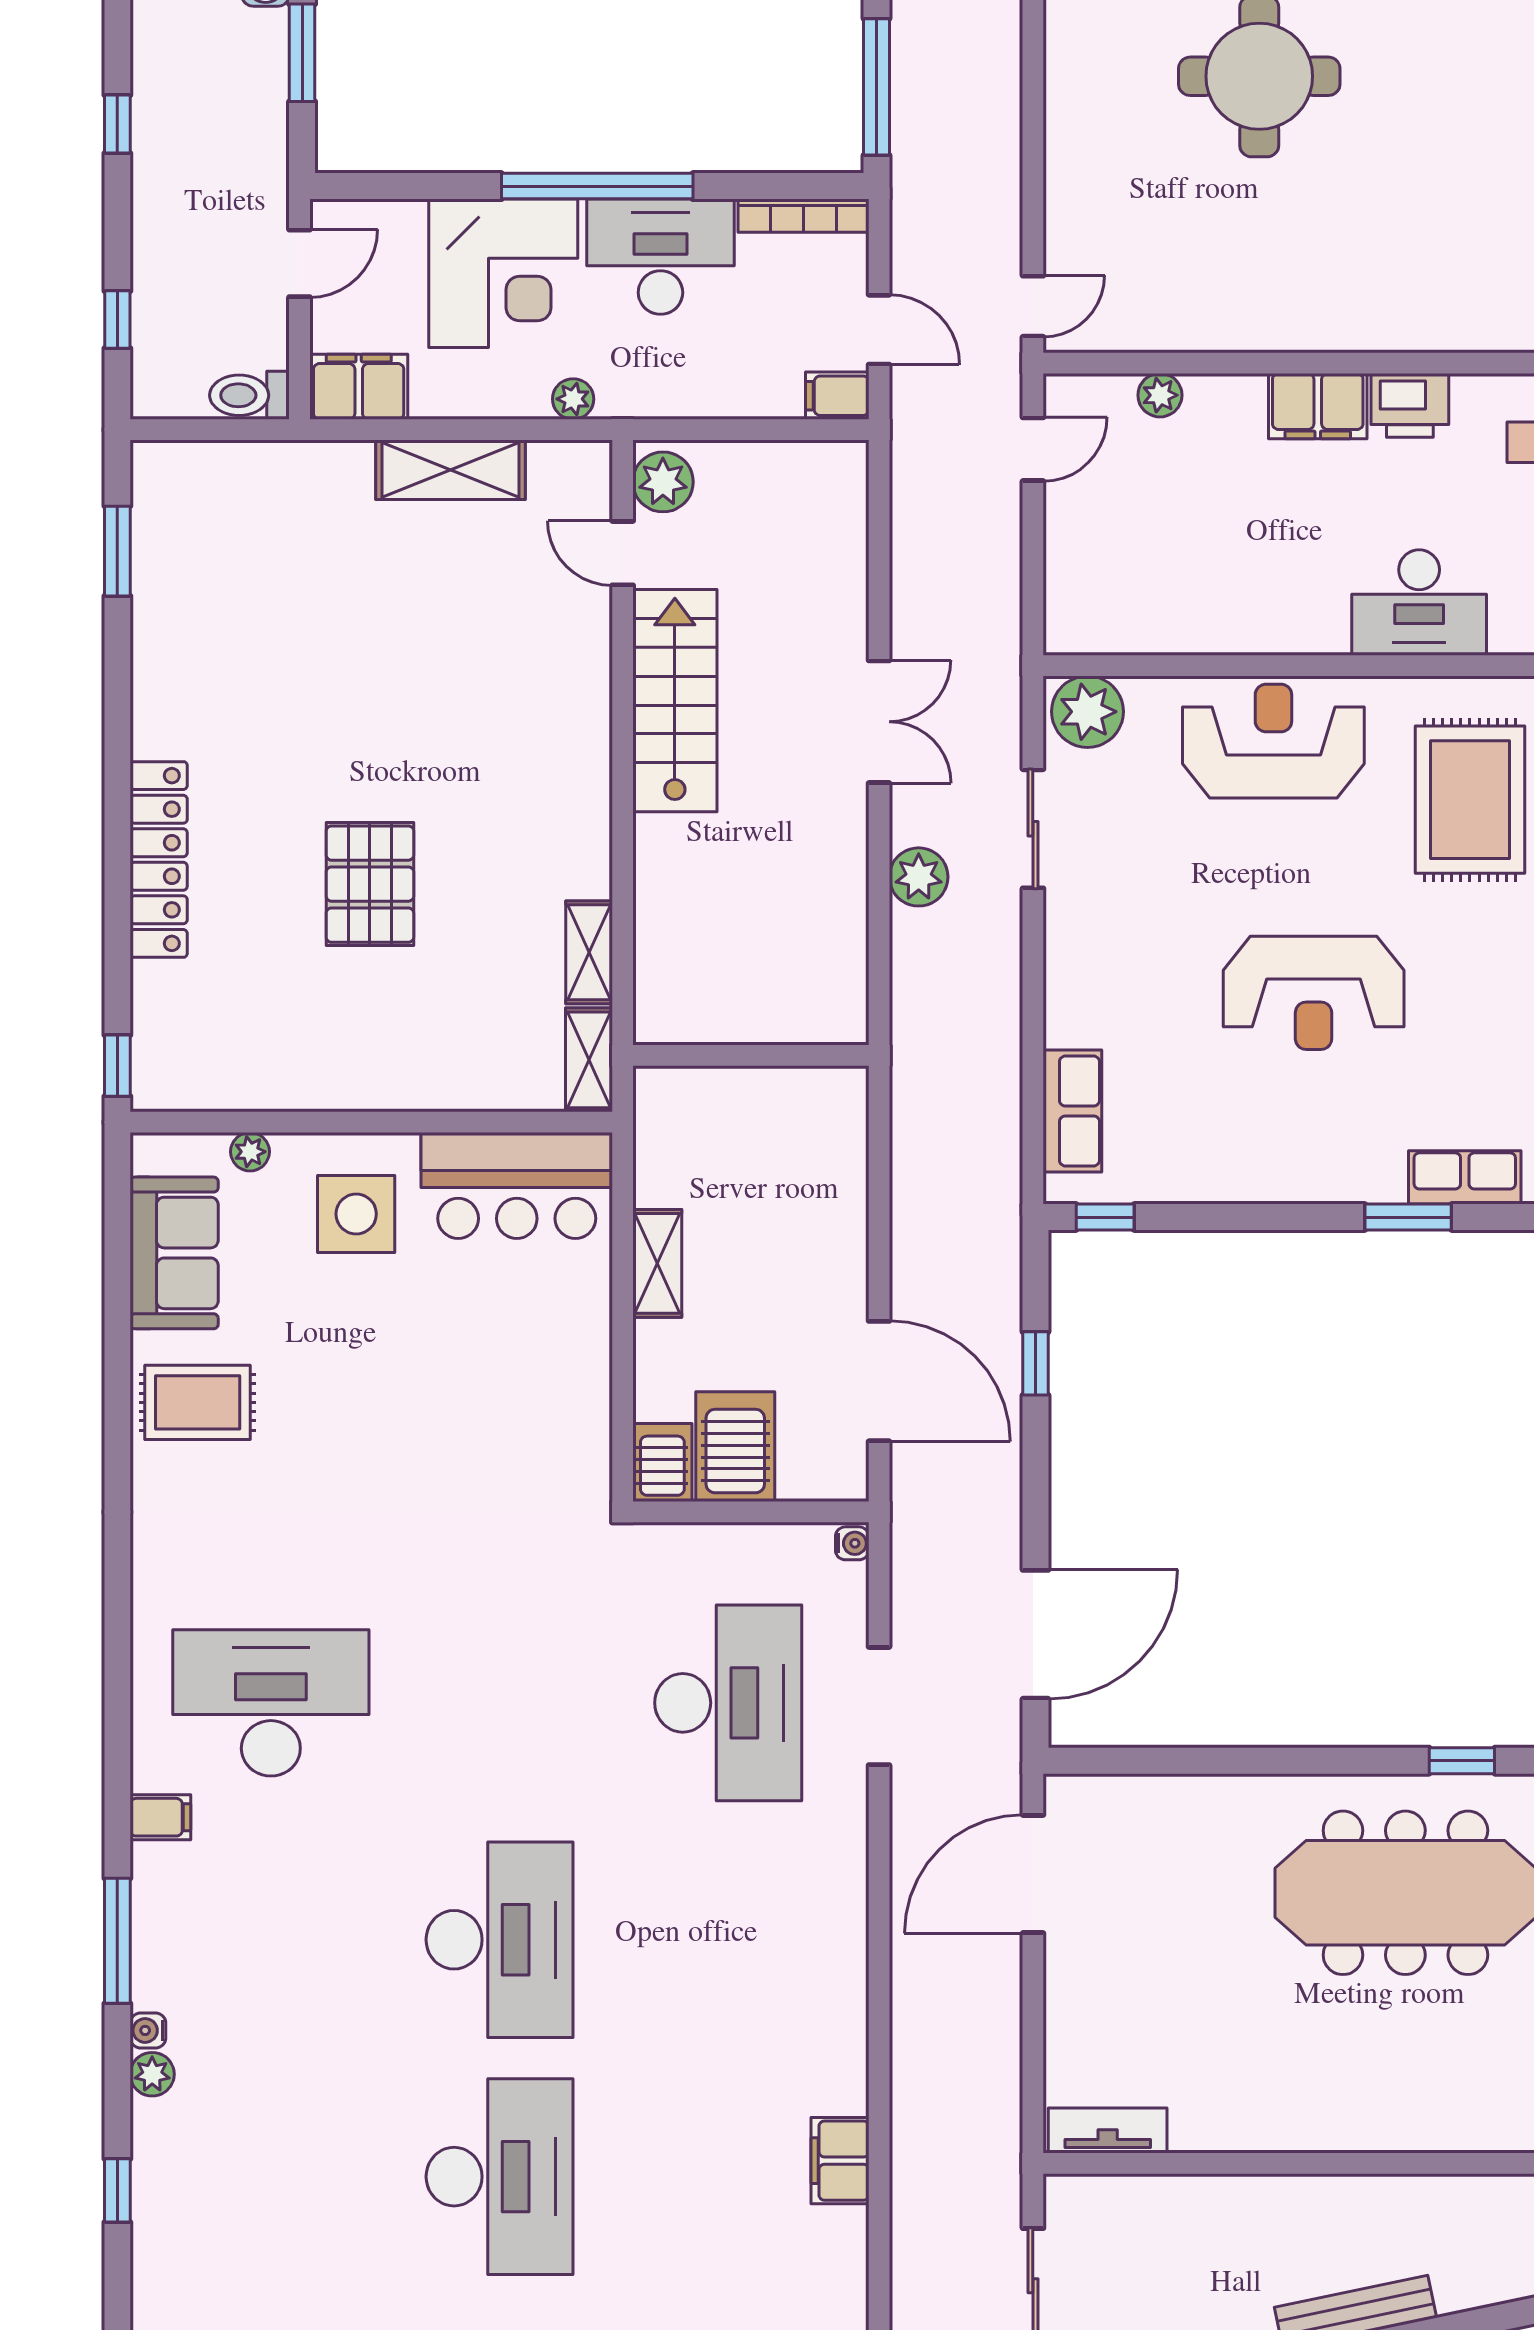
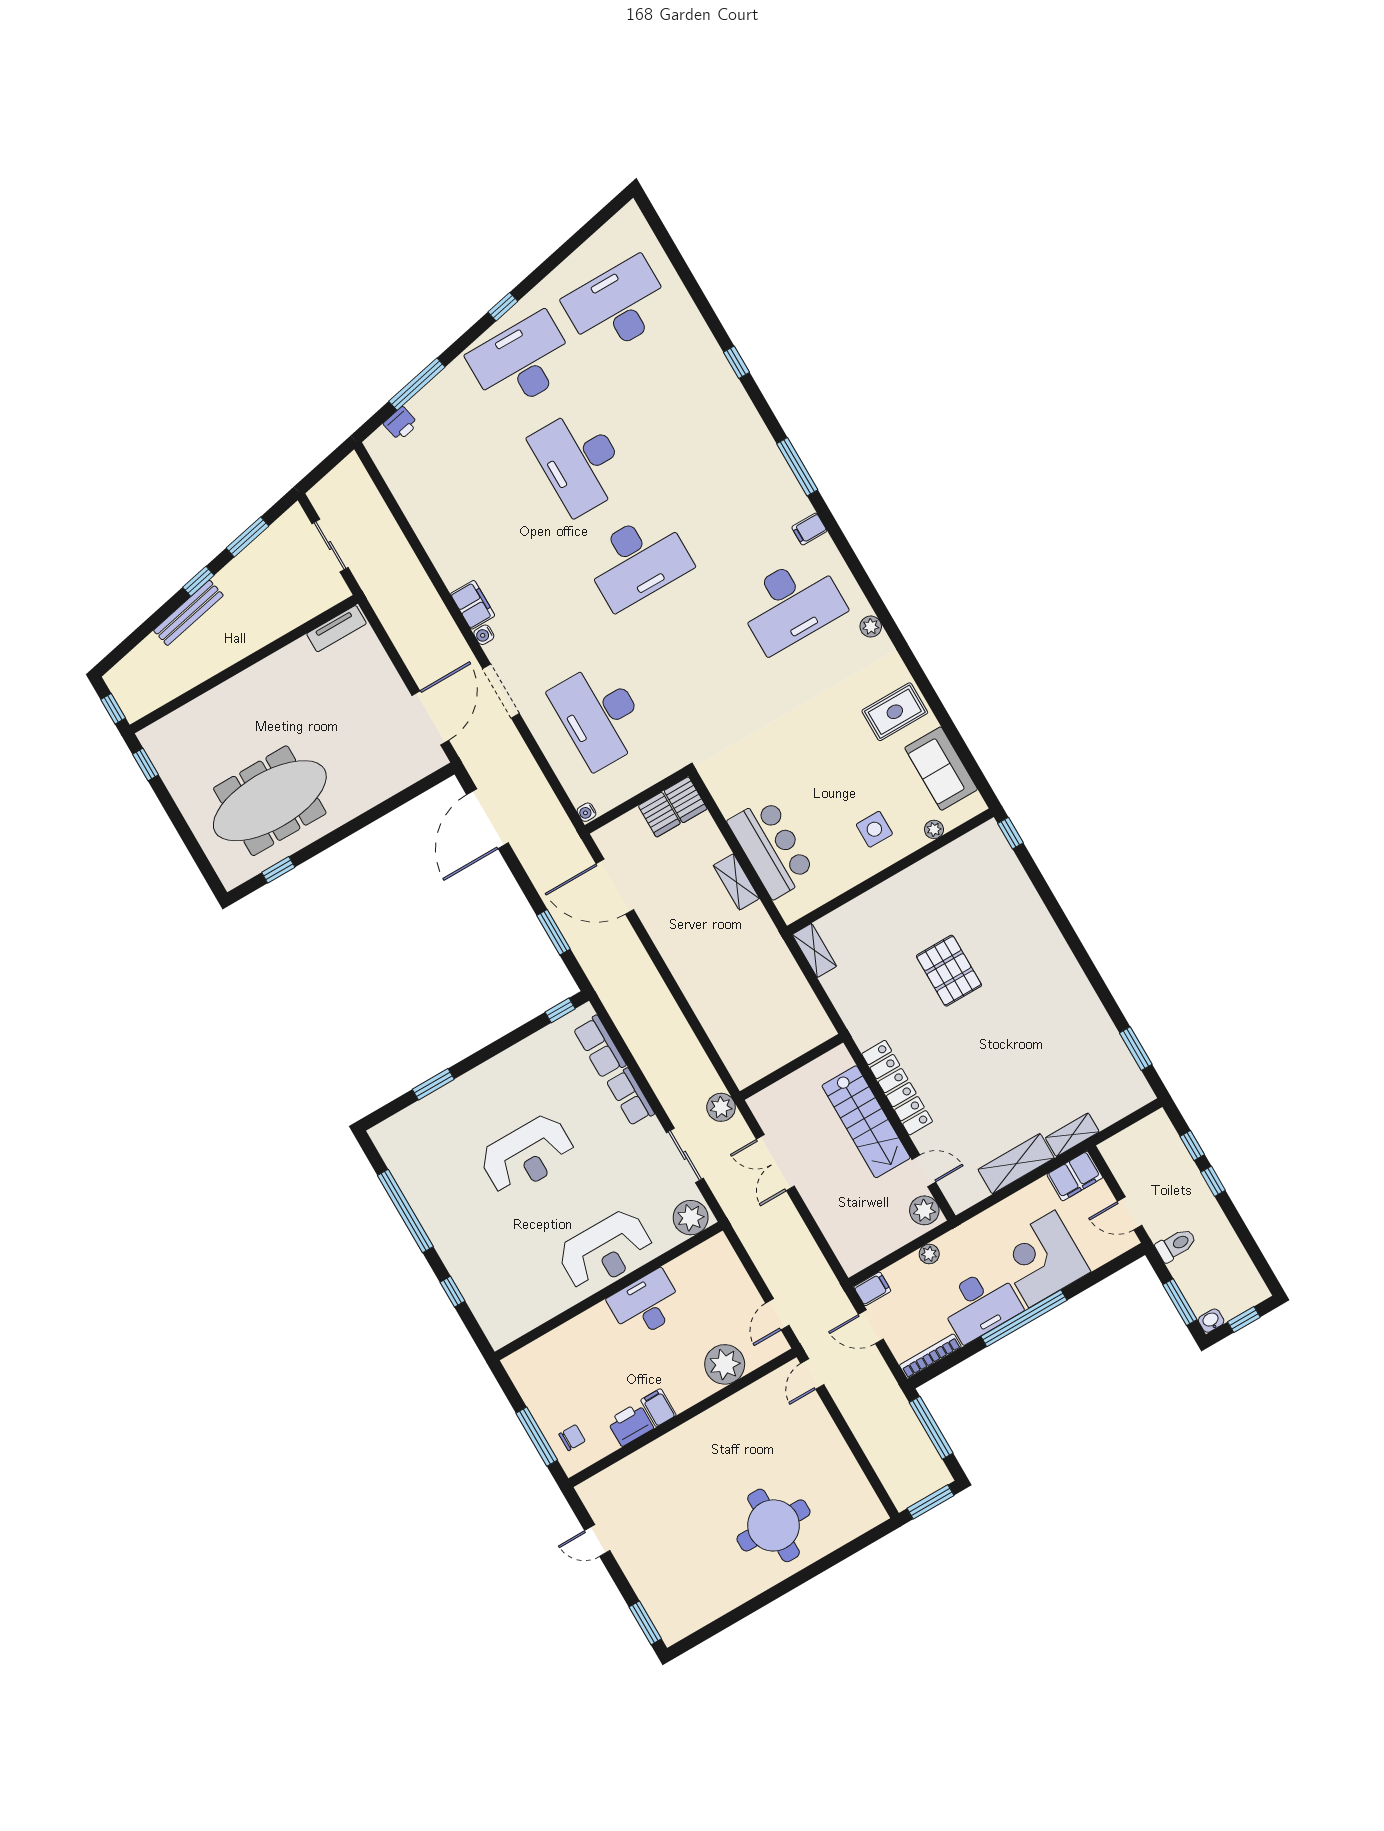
window: (117, 124) -> (1213, 1181), moved
door: (299, 263) -> (1130, 1213), hinge flipped
toilet: (249, 395) -> (1176, 1245), moved
plant: (1160, 395) -> (725, 1364), width x1.87, depth x1.87
plant: (573, 399) -> (929, 1254), moved
filing cabinet: (1318, 406) -> (658, 1408), width x0.50
desk: (1419, 603) -> (646, 1305), moved
rug: (1470, 800) -> (509, 1274), removed
locker: (159, 859) -> (897, 1088), moved, turned 180
shelving: (589, 952) -> (1072, 1135), moved, turned 90
reception desk: (1314, 993) -> (527, 1155), turned 180
wall: (751, 1055) -> (792, 1067), moved
row of seats: (1465, 1177) -> (630, 1097), moved, turned 90
bar counter: (517, 1185) -> (771, 848), moved, turned 90
side table: (356, 1214) -> (874, 829), width x0.73, depth x0.73
window: (1036, 1363) -> (554, 932), width x1.50
server rack: (735, 1447) -> (659, 815), width x0.73, depth x0.70
doorway: (879, 1706) -> (501, 691), moved
desk: (500, 1940) -> (638, 560), turned -90
water cooler: (148, 2030) -> (484, 635), moved, turned 180
plant: (152, 2074) -> (871, 627), moved
filing cabinet: (840, 2161) -> (473, 605), moved

